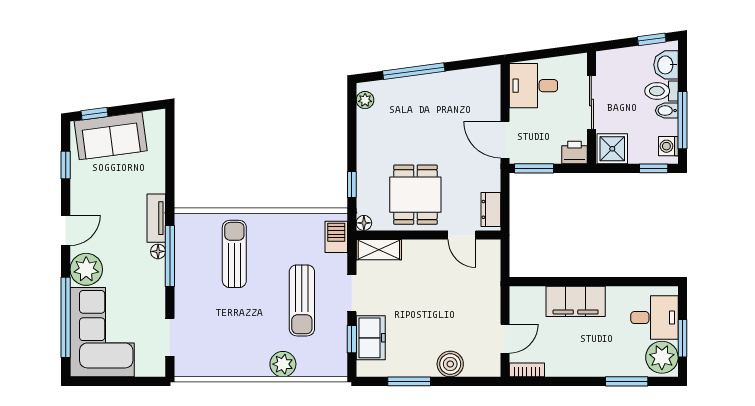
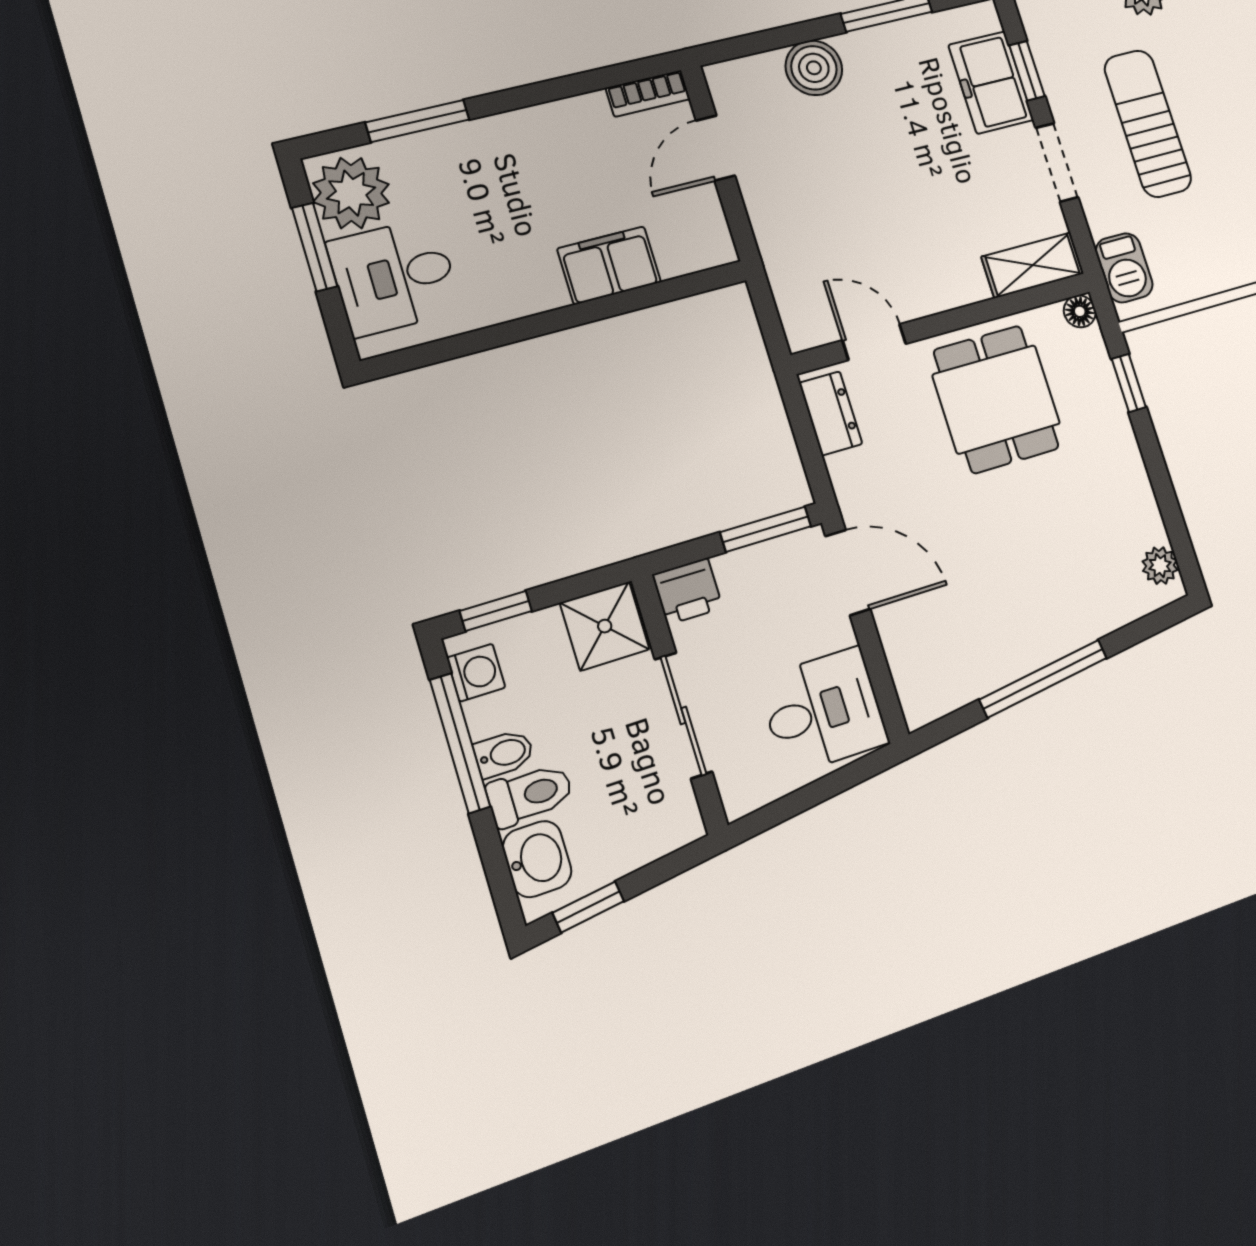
window: (414, 71) -> (1043, 679), moved
filing cabinet: (576, 301) -> (609, 265), width x0.67, depth x0.86

